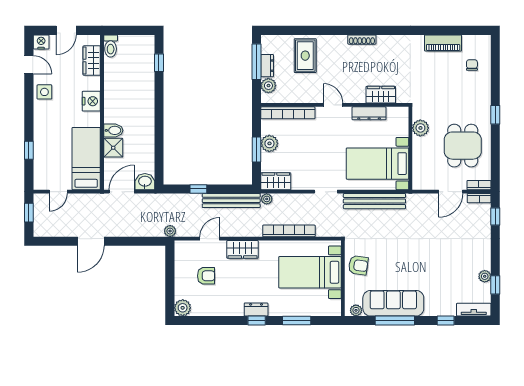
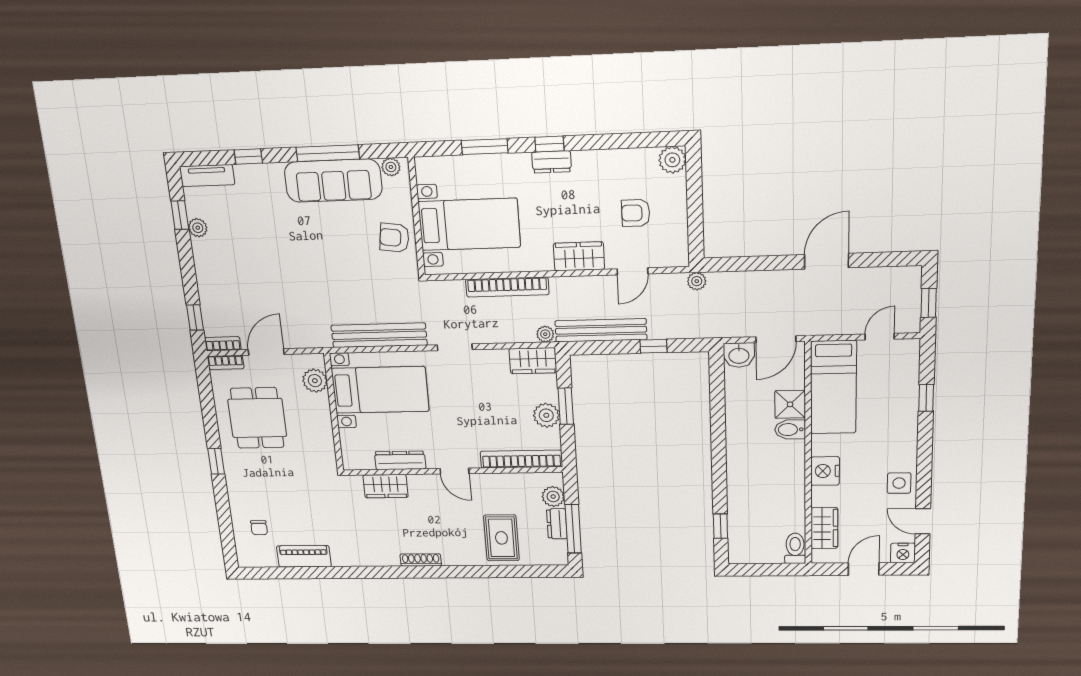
plant: (420, 128) -> (315, 381), moved

